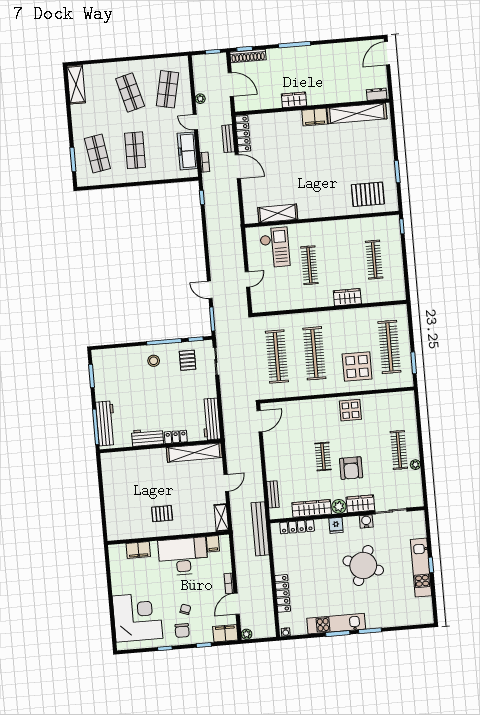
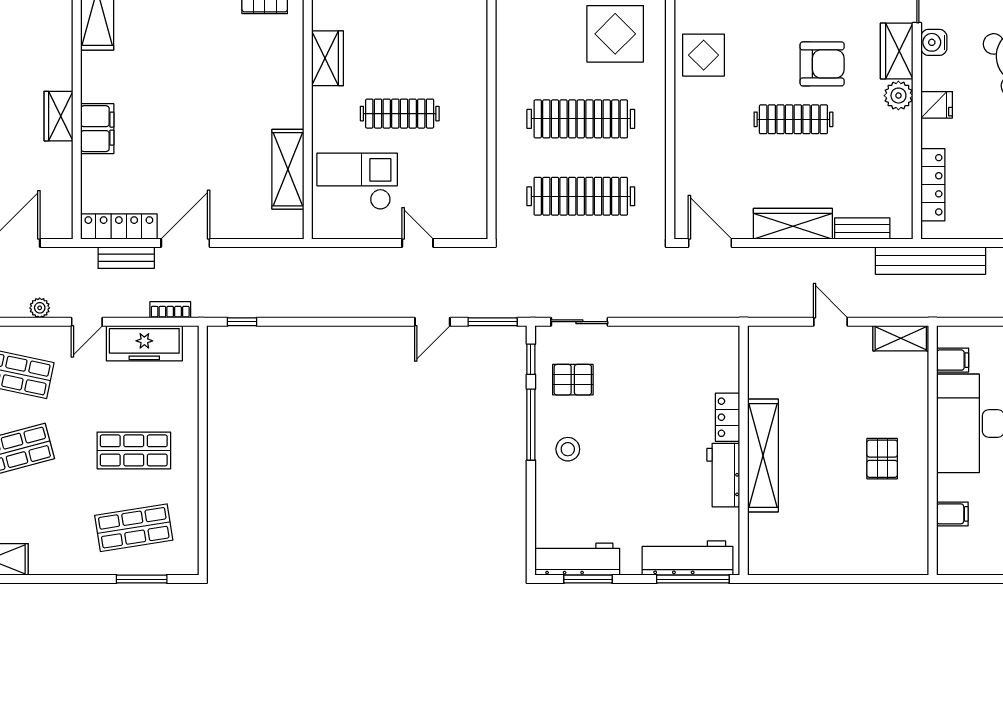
filing cabinet: (315, 117) -> (97, 129), moved
wardrobe: (347, 297) -> (328, 58), moved, turned 180
workbench: (211, 419) -> (577, 559), moved, turned 180
shelving: (194, 453) -> (763, 455), moved
clothes rail: (323, 456) -> (793, 119), width x1.36
wardrobe: (312, 508) -> (793, 224), moved, turned 90
filing cabinet: (138, 550) -> (952, 514), width x0.50

